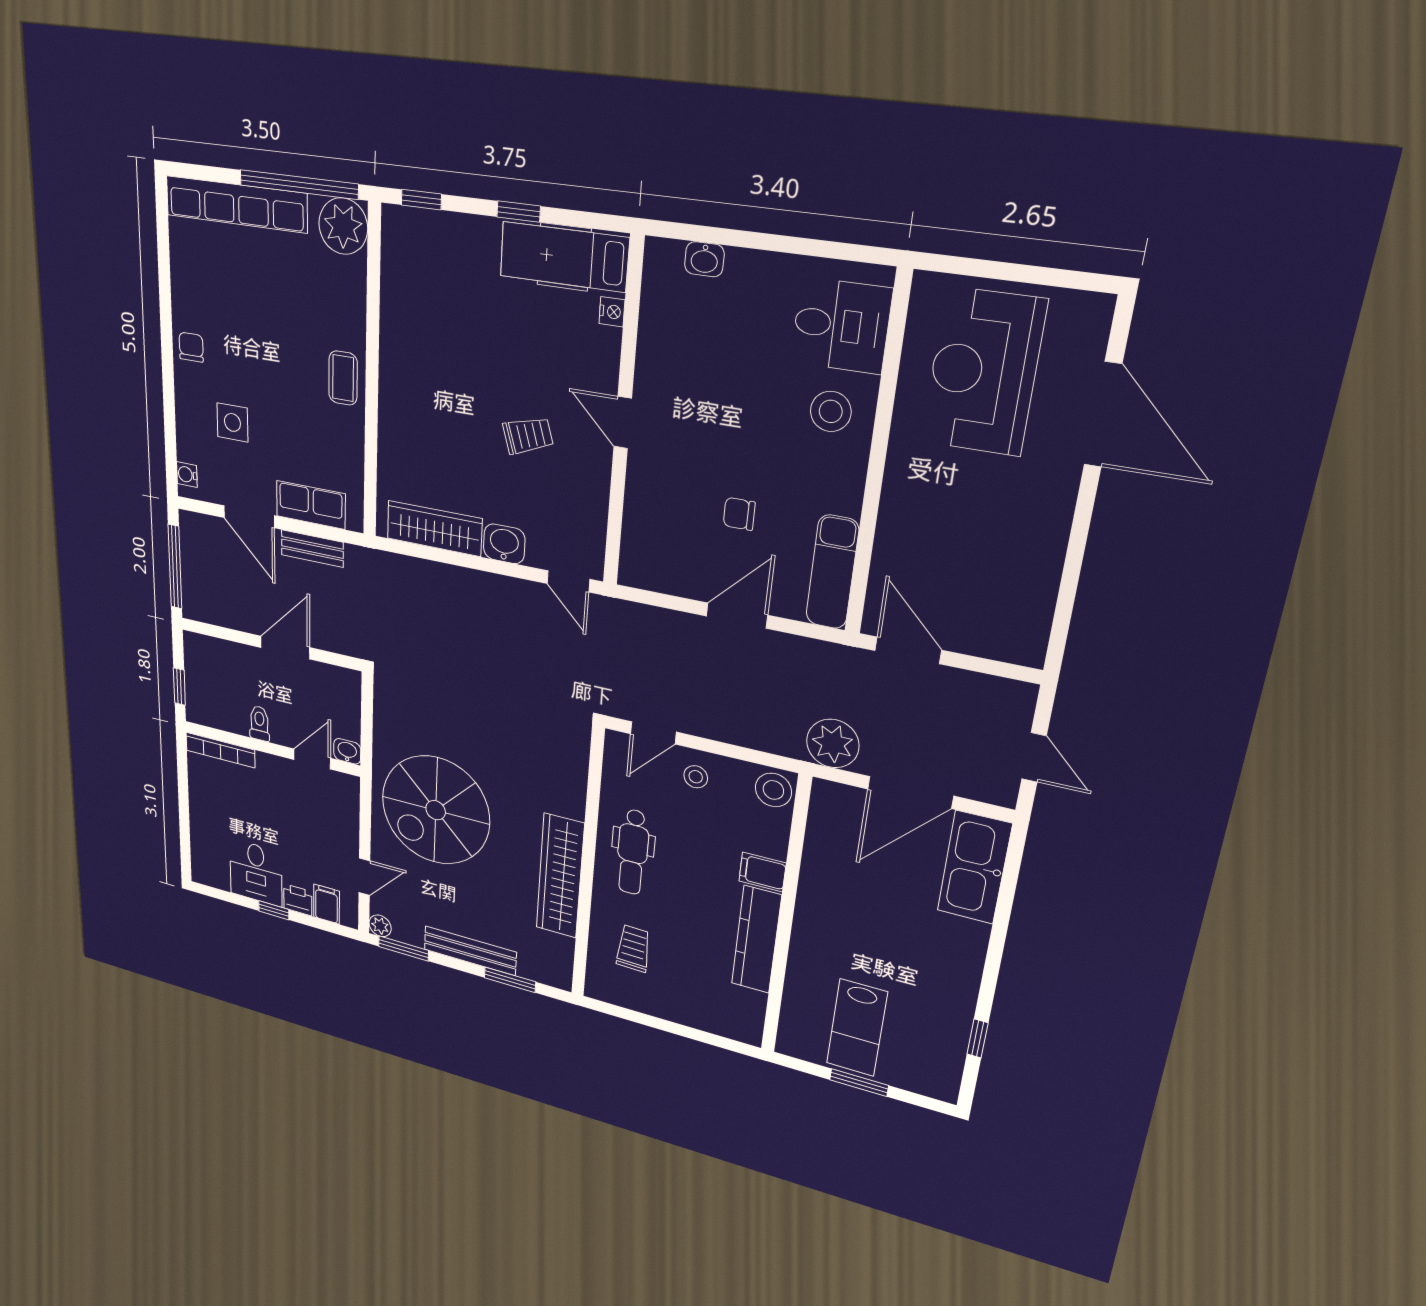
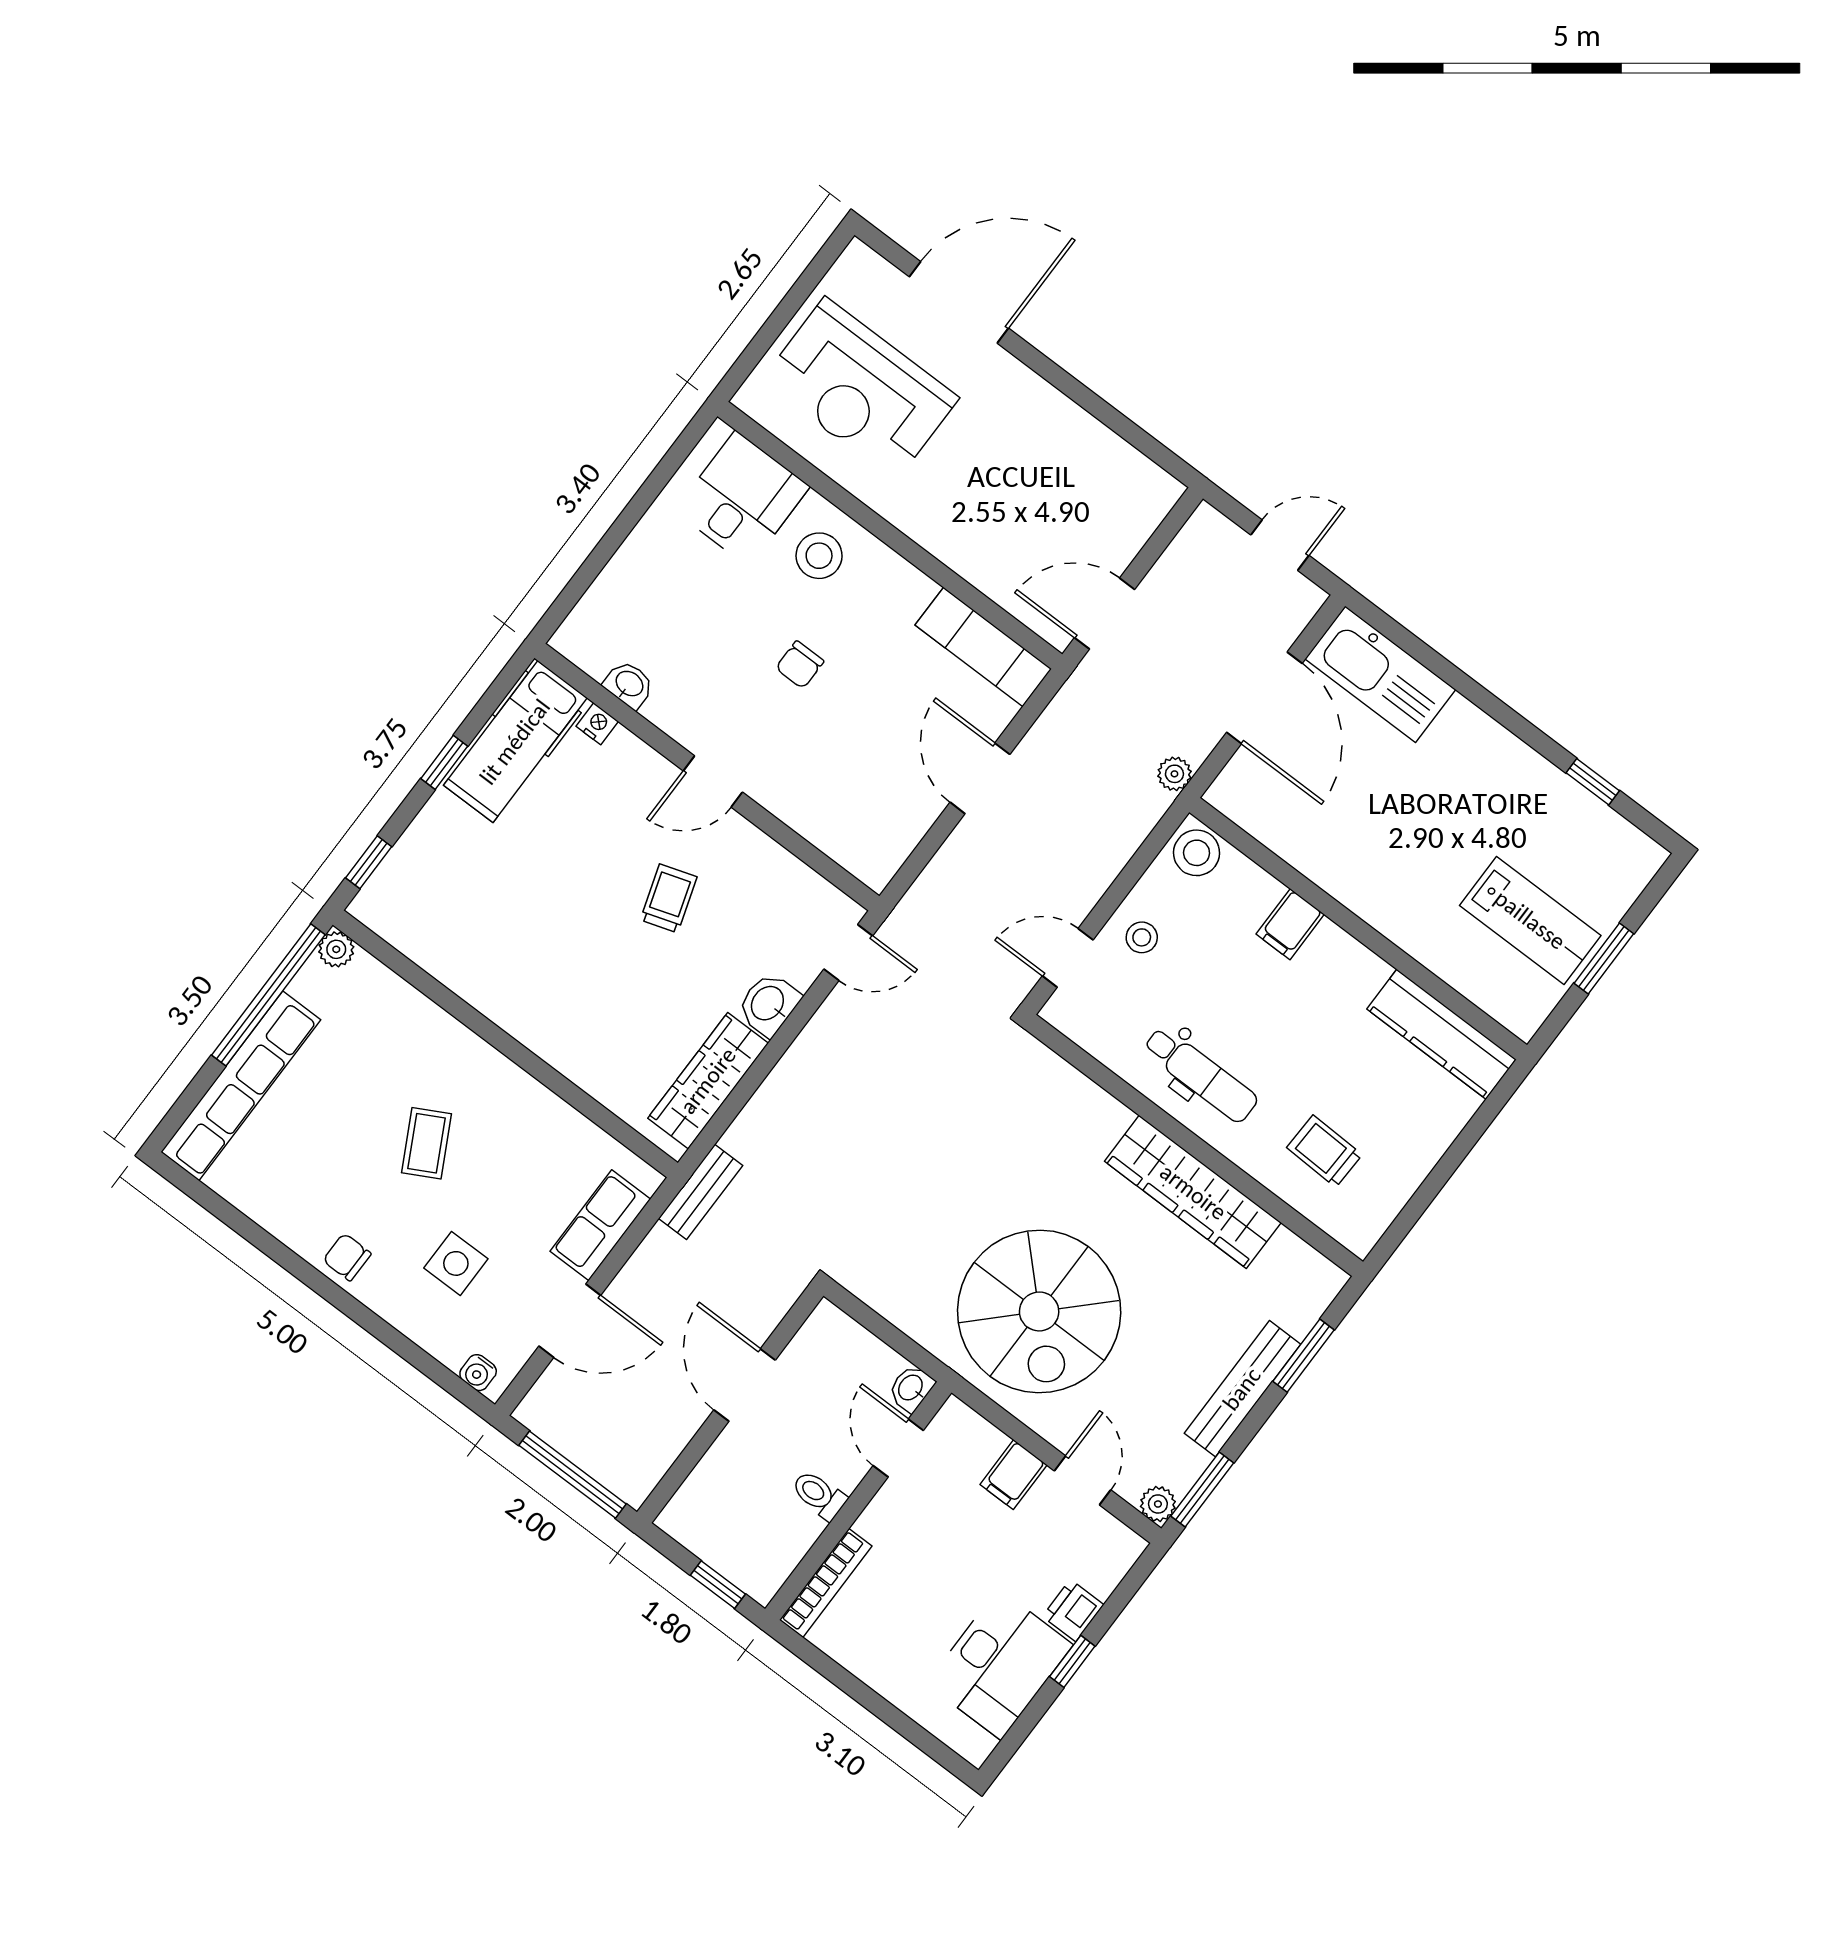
plant: (343, 226) -> (336, 949), width x0.53, depth x0.53
washbasin: (704, 259) -> (629, 684), moved, turned -90
coffee table: (343, 378) -> (426, 1143), moved, turned 62
chair: (739, 514) -> (800, 665), moved
bench: (312, 549) -> (701, 1192), moved
door: (653, 733) -> (1068, 958), swing flipped
plant: (833, 743) -> (1174, 774), width x0.53, depth x0.53
desk: (256, 873) -> (1000, 1664), width x1.37
filing cabinet: (326, 904) -> (1014, 1475), moved, turned -90
kitchen counter: (756, 940) -> (1441, 1034), moved

